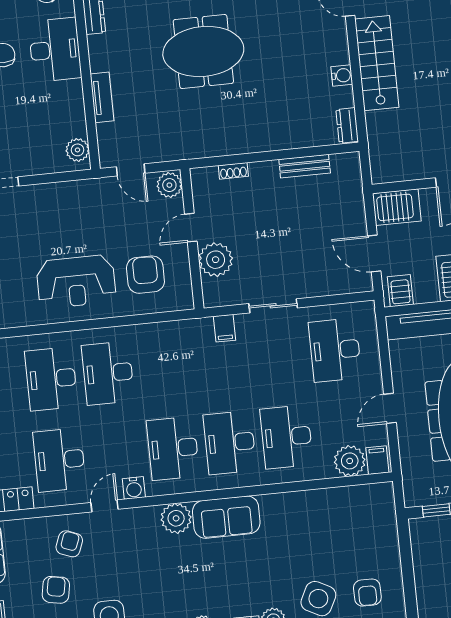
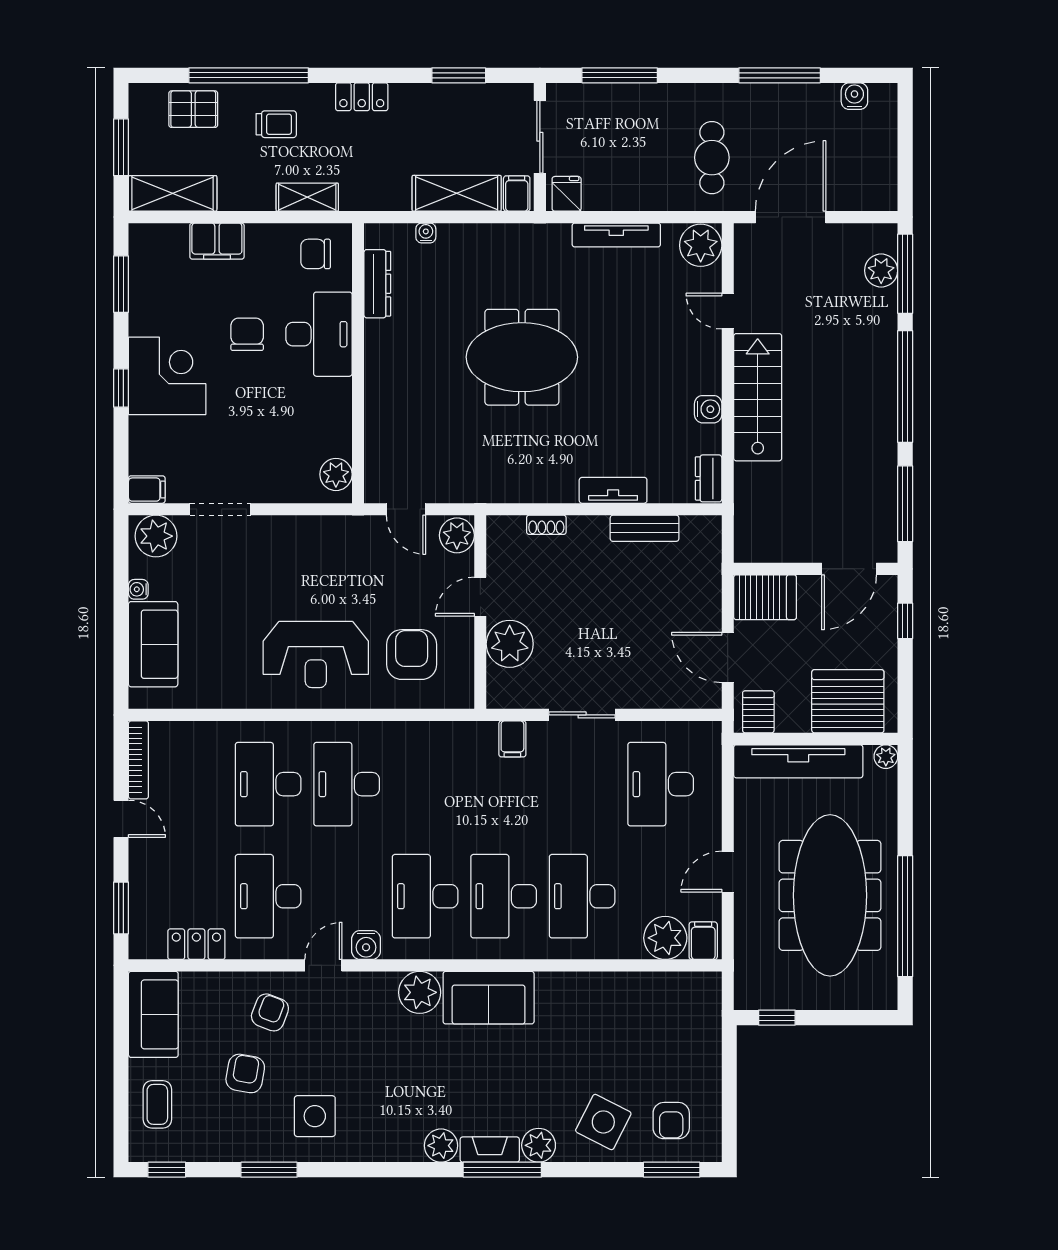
tv unit: (102, 97) -> (613, 490), moved, turned -90

